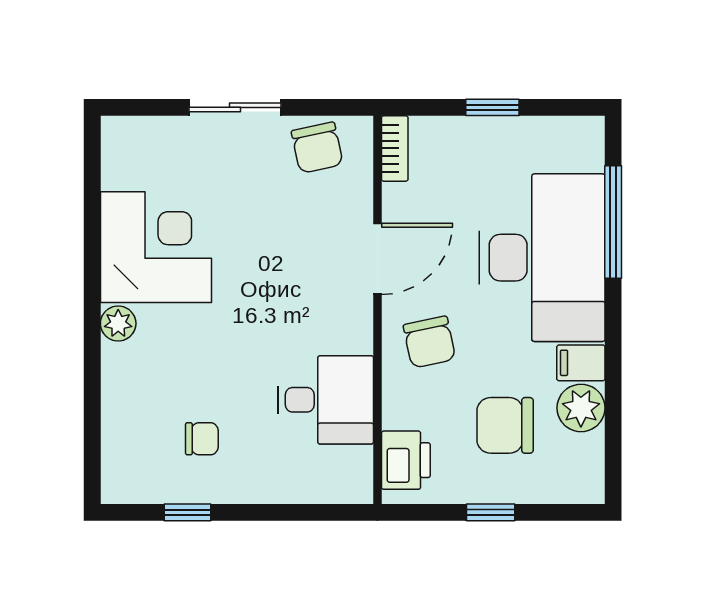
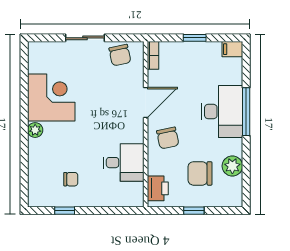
window: (613, 222) -> (246, 112), moved
desk: (542, 258) -> (222, 112), width x0.73, depth x0.77
filing cabinet: (581, 363) -> (232, 49), moved

